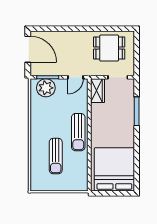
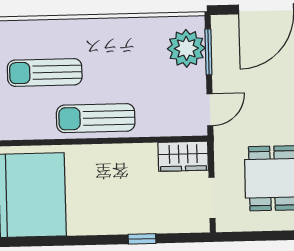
door: (76, 77) -> (210, 110), swing flipped
window: (137, 111) -> (142, 239), width x0.46

